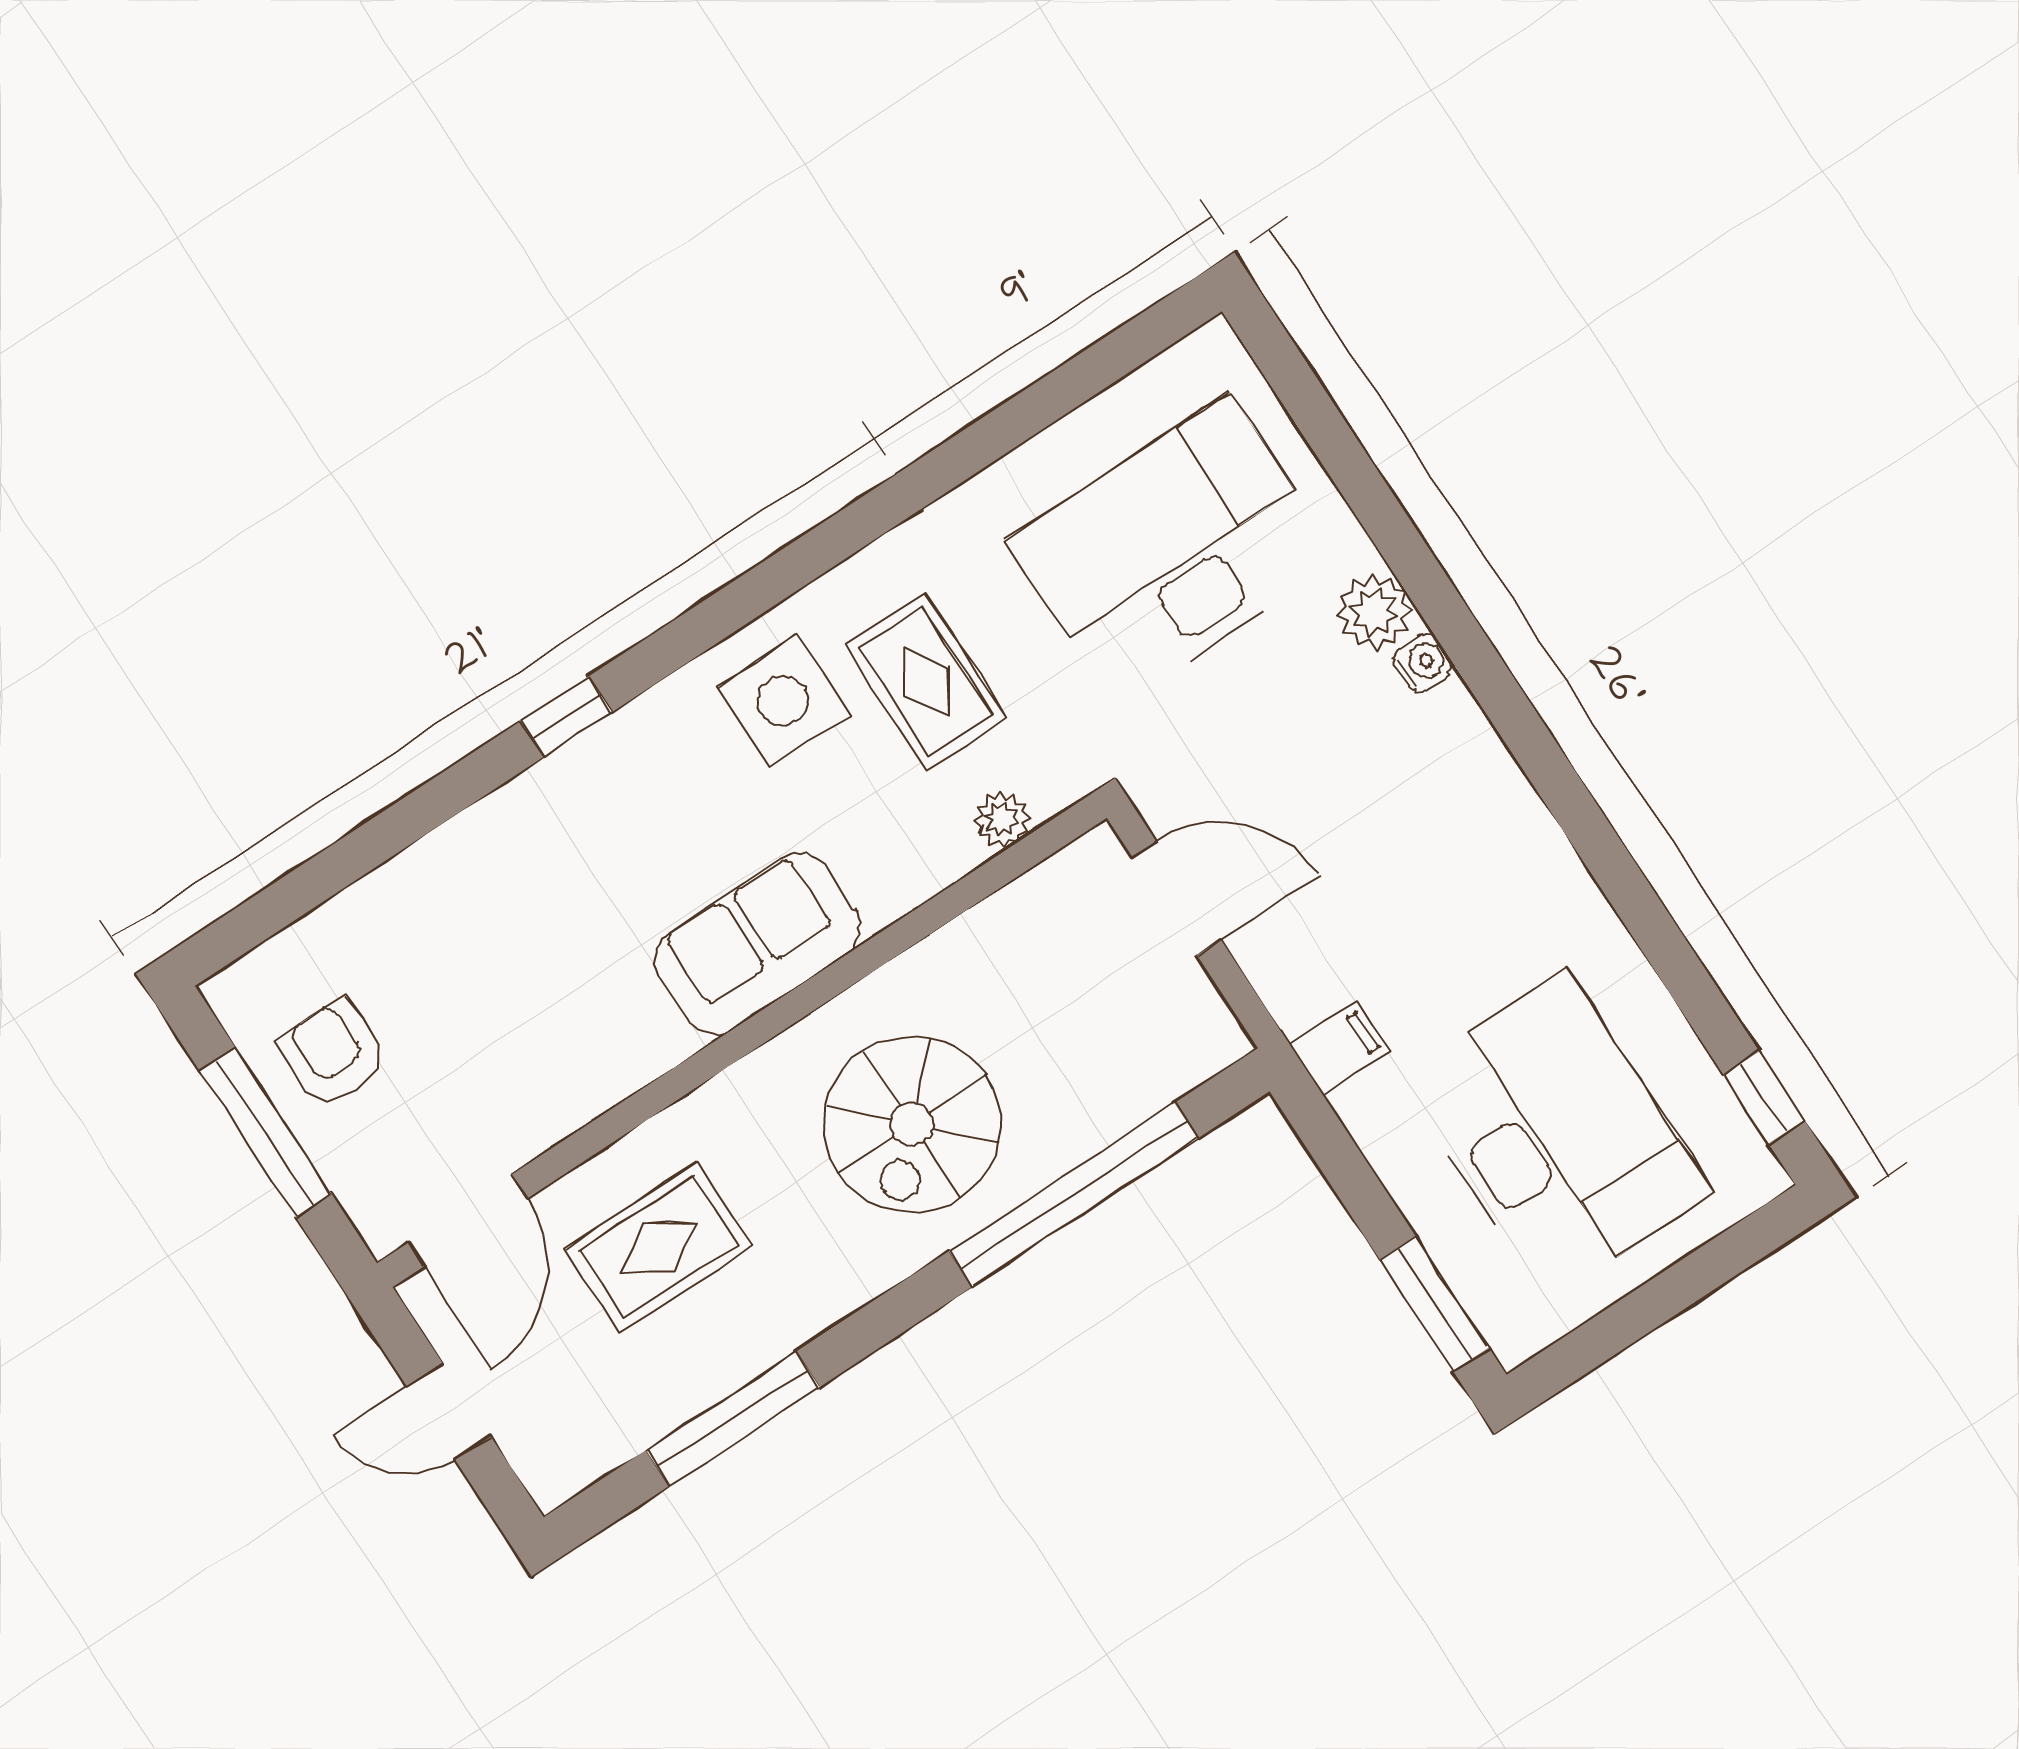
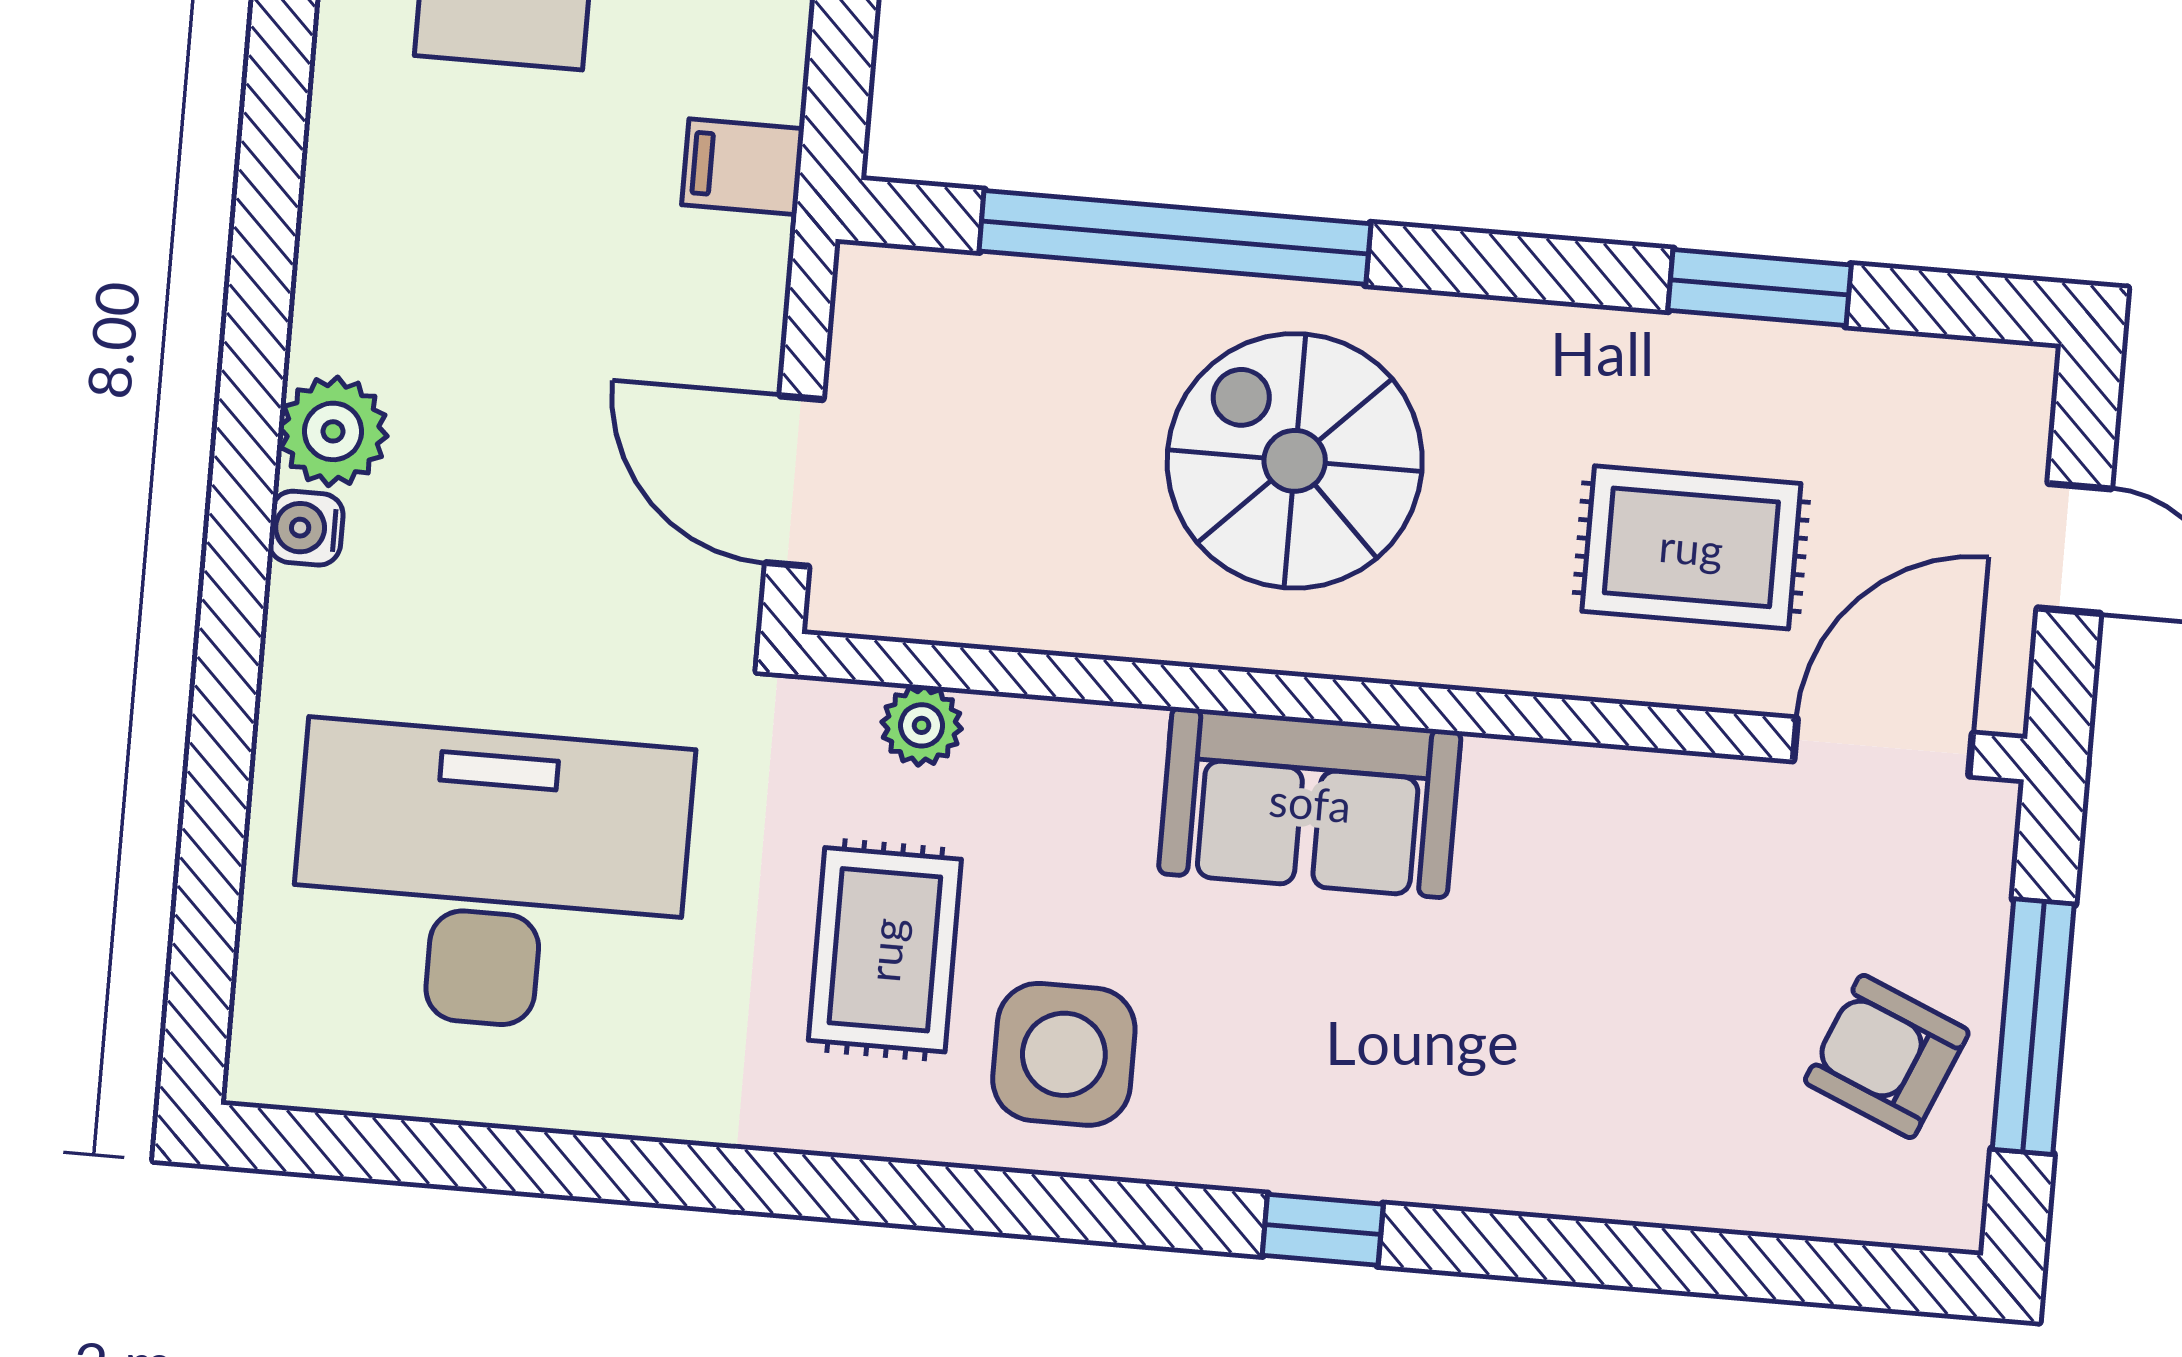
desk: (1172, 551) -> (490, 878), turned 180
plant: (1374, 613) -> (333, 431), moved
armchair: (333, 1053) -> (1887, 1057), turned 113
spiral stairs: (912, 1124) -> (1295, 461), turned -90
window: (733, 1419) -> (1760, 288), width x0.69

